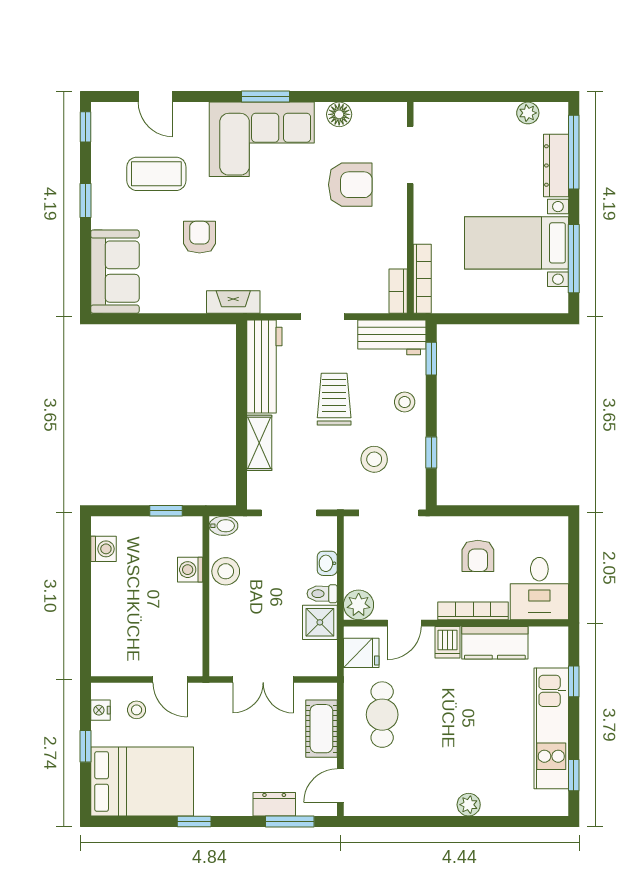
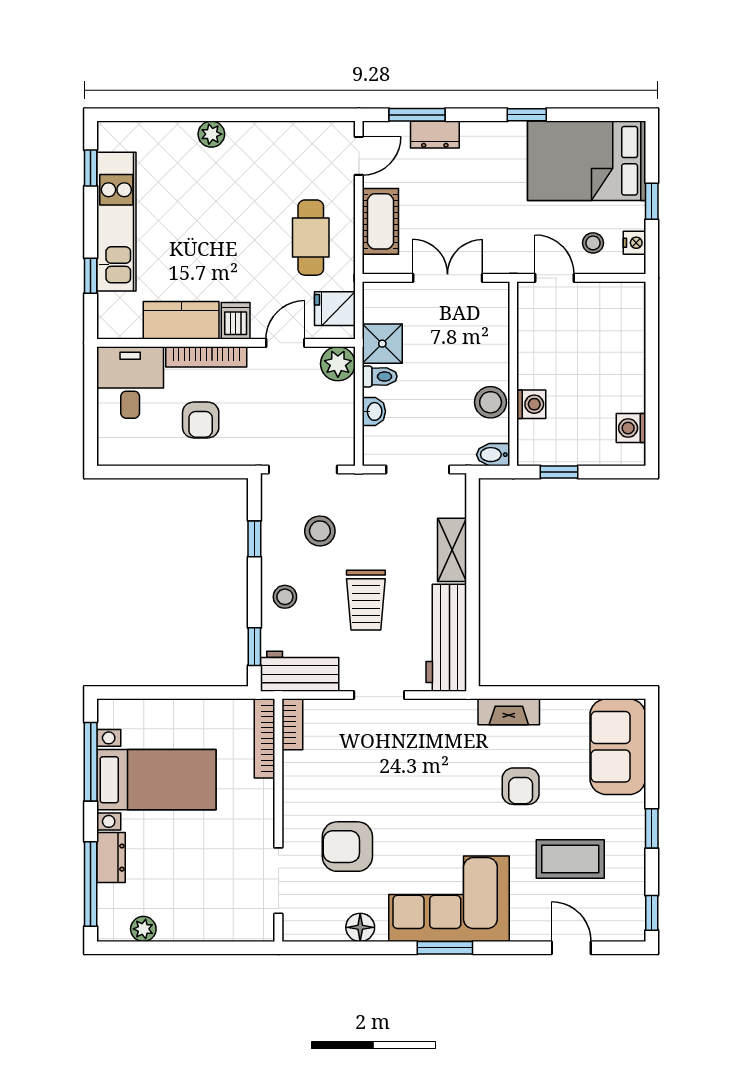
dresser: (556, 166) -> (111, 858), width x0.70
fireplace: (233, 302) -> (509, 712), moved
armchair: (478, 556) -> (201, 420), turned 180

